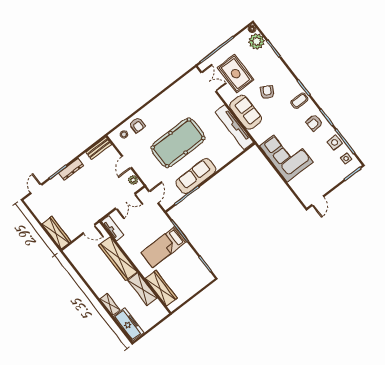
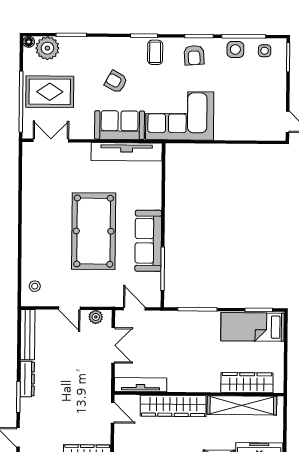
rug: (236, 74) -> (50, 92), moved
armchair: (137, 125) -> (36, 262), removed
bench: (99, 148) -> (28, 335), width x1.36
corner sofa: (286, 154) -> (180, 116), moved
tv unit: (113, 228) -> (141, 385), width x1.41
door: (89, 229) -> (113, 413), hinge flipped
bed: (164, 247) -> (253, 327), moved, turned 90
shelving: (142, 289) -> (242, 405), width x1.47

